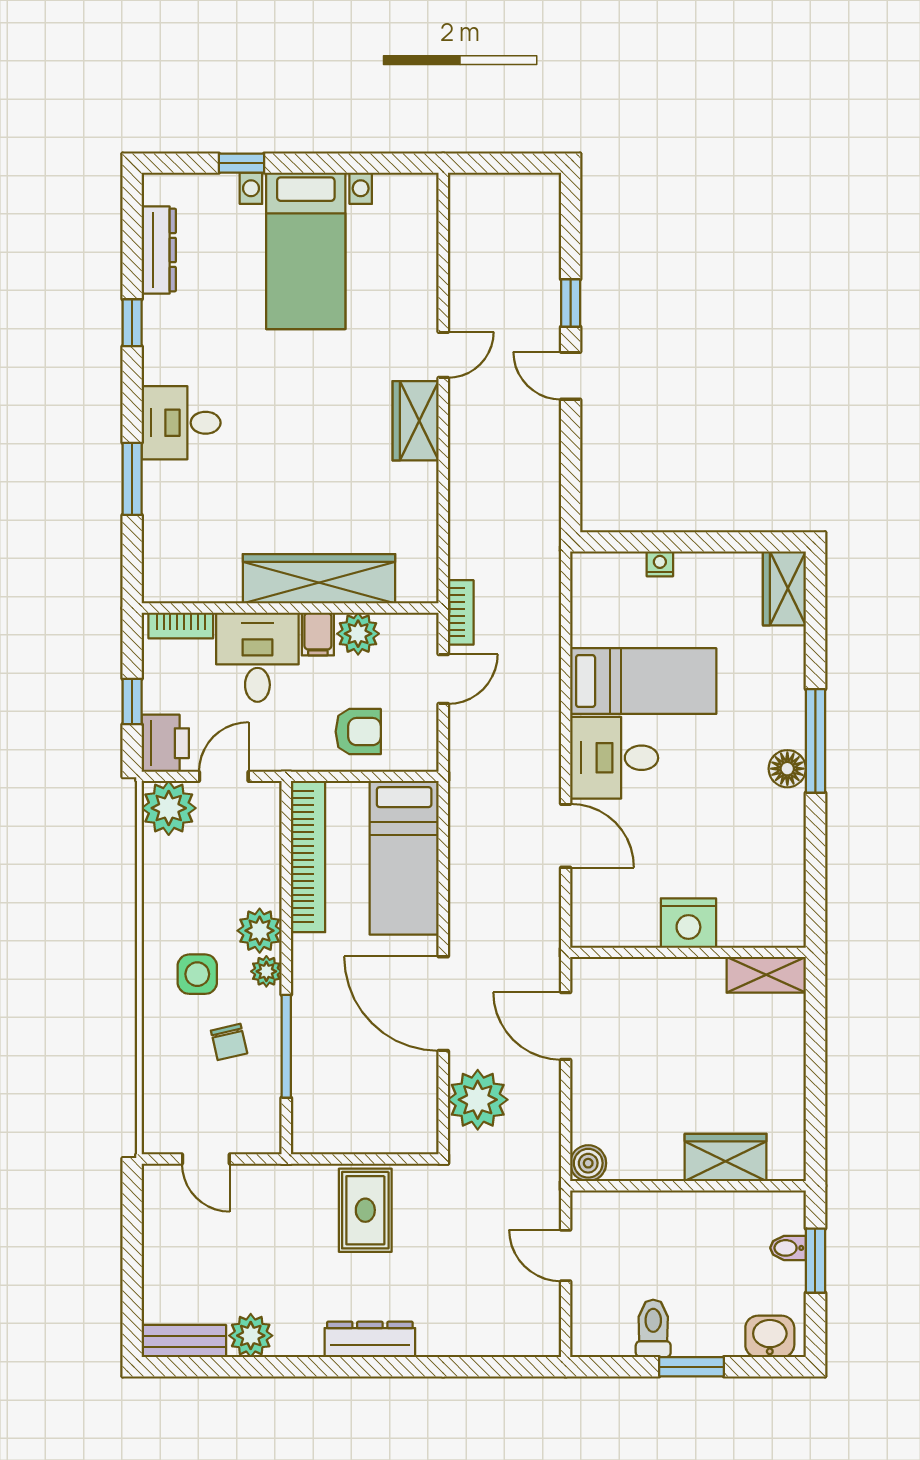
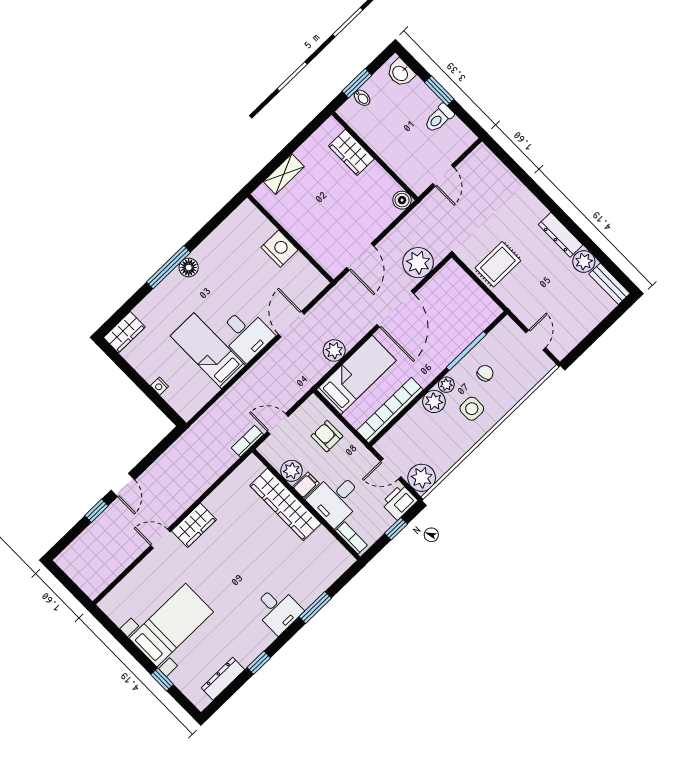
plant: (469, 860) -> (334, 350), added
shelving: (766, 975) -> (284, 174), moved, turned 90
dresser: (370, 1339) -> (561, 235), moved

